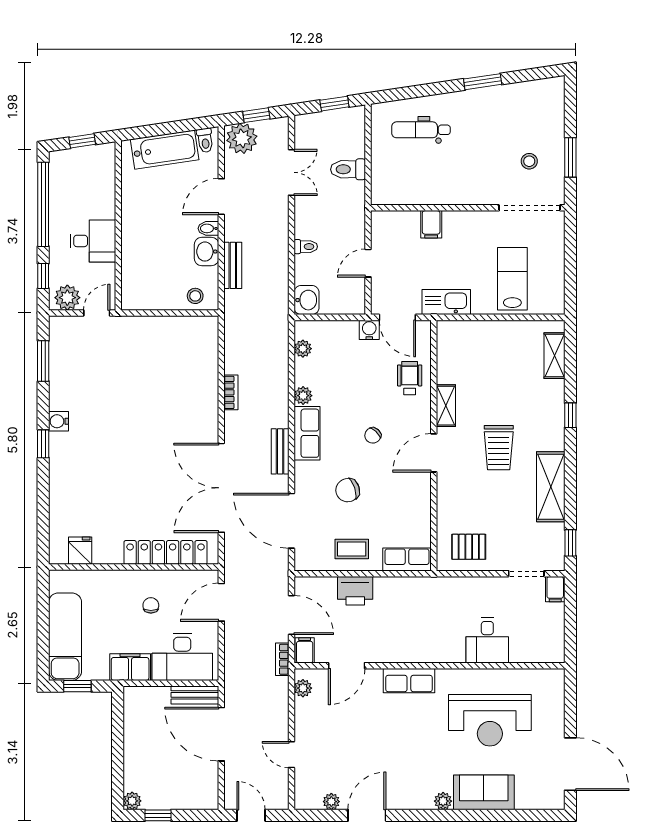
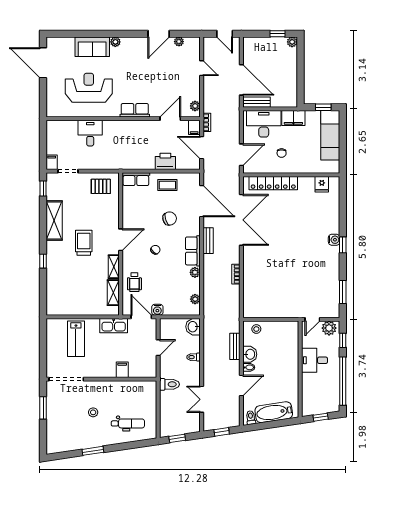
plant: (242, 138) -> (230, 419), removed
stool: (529, 161) -> (93, 412), moved
toilet: (348, 169) -> (169, 384), moved
shelving: (554, 356) -> (113, 293), moved
water cooler: (58, 421) -> (334, 240), moved

